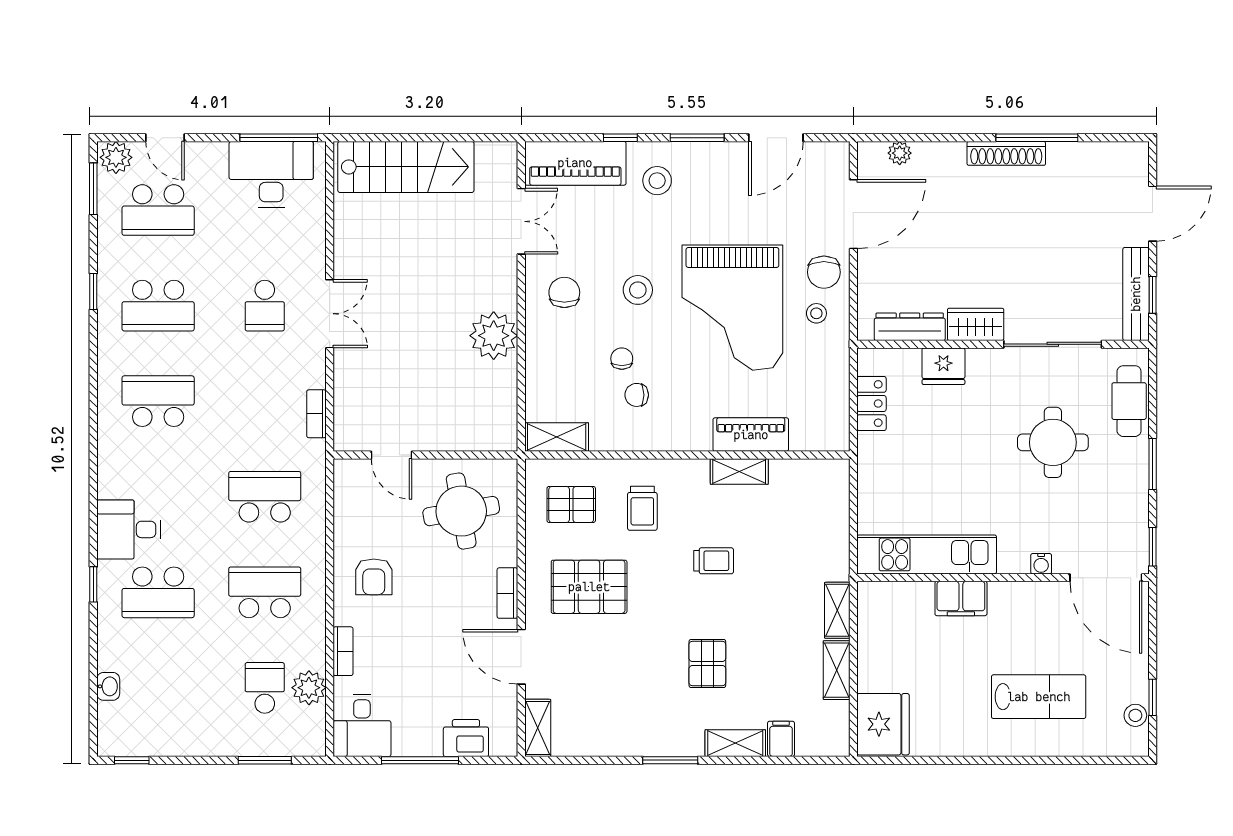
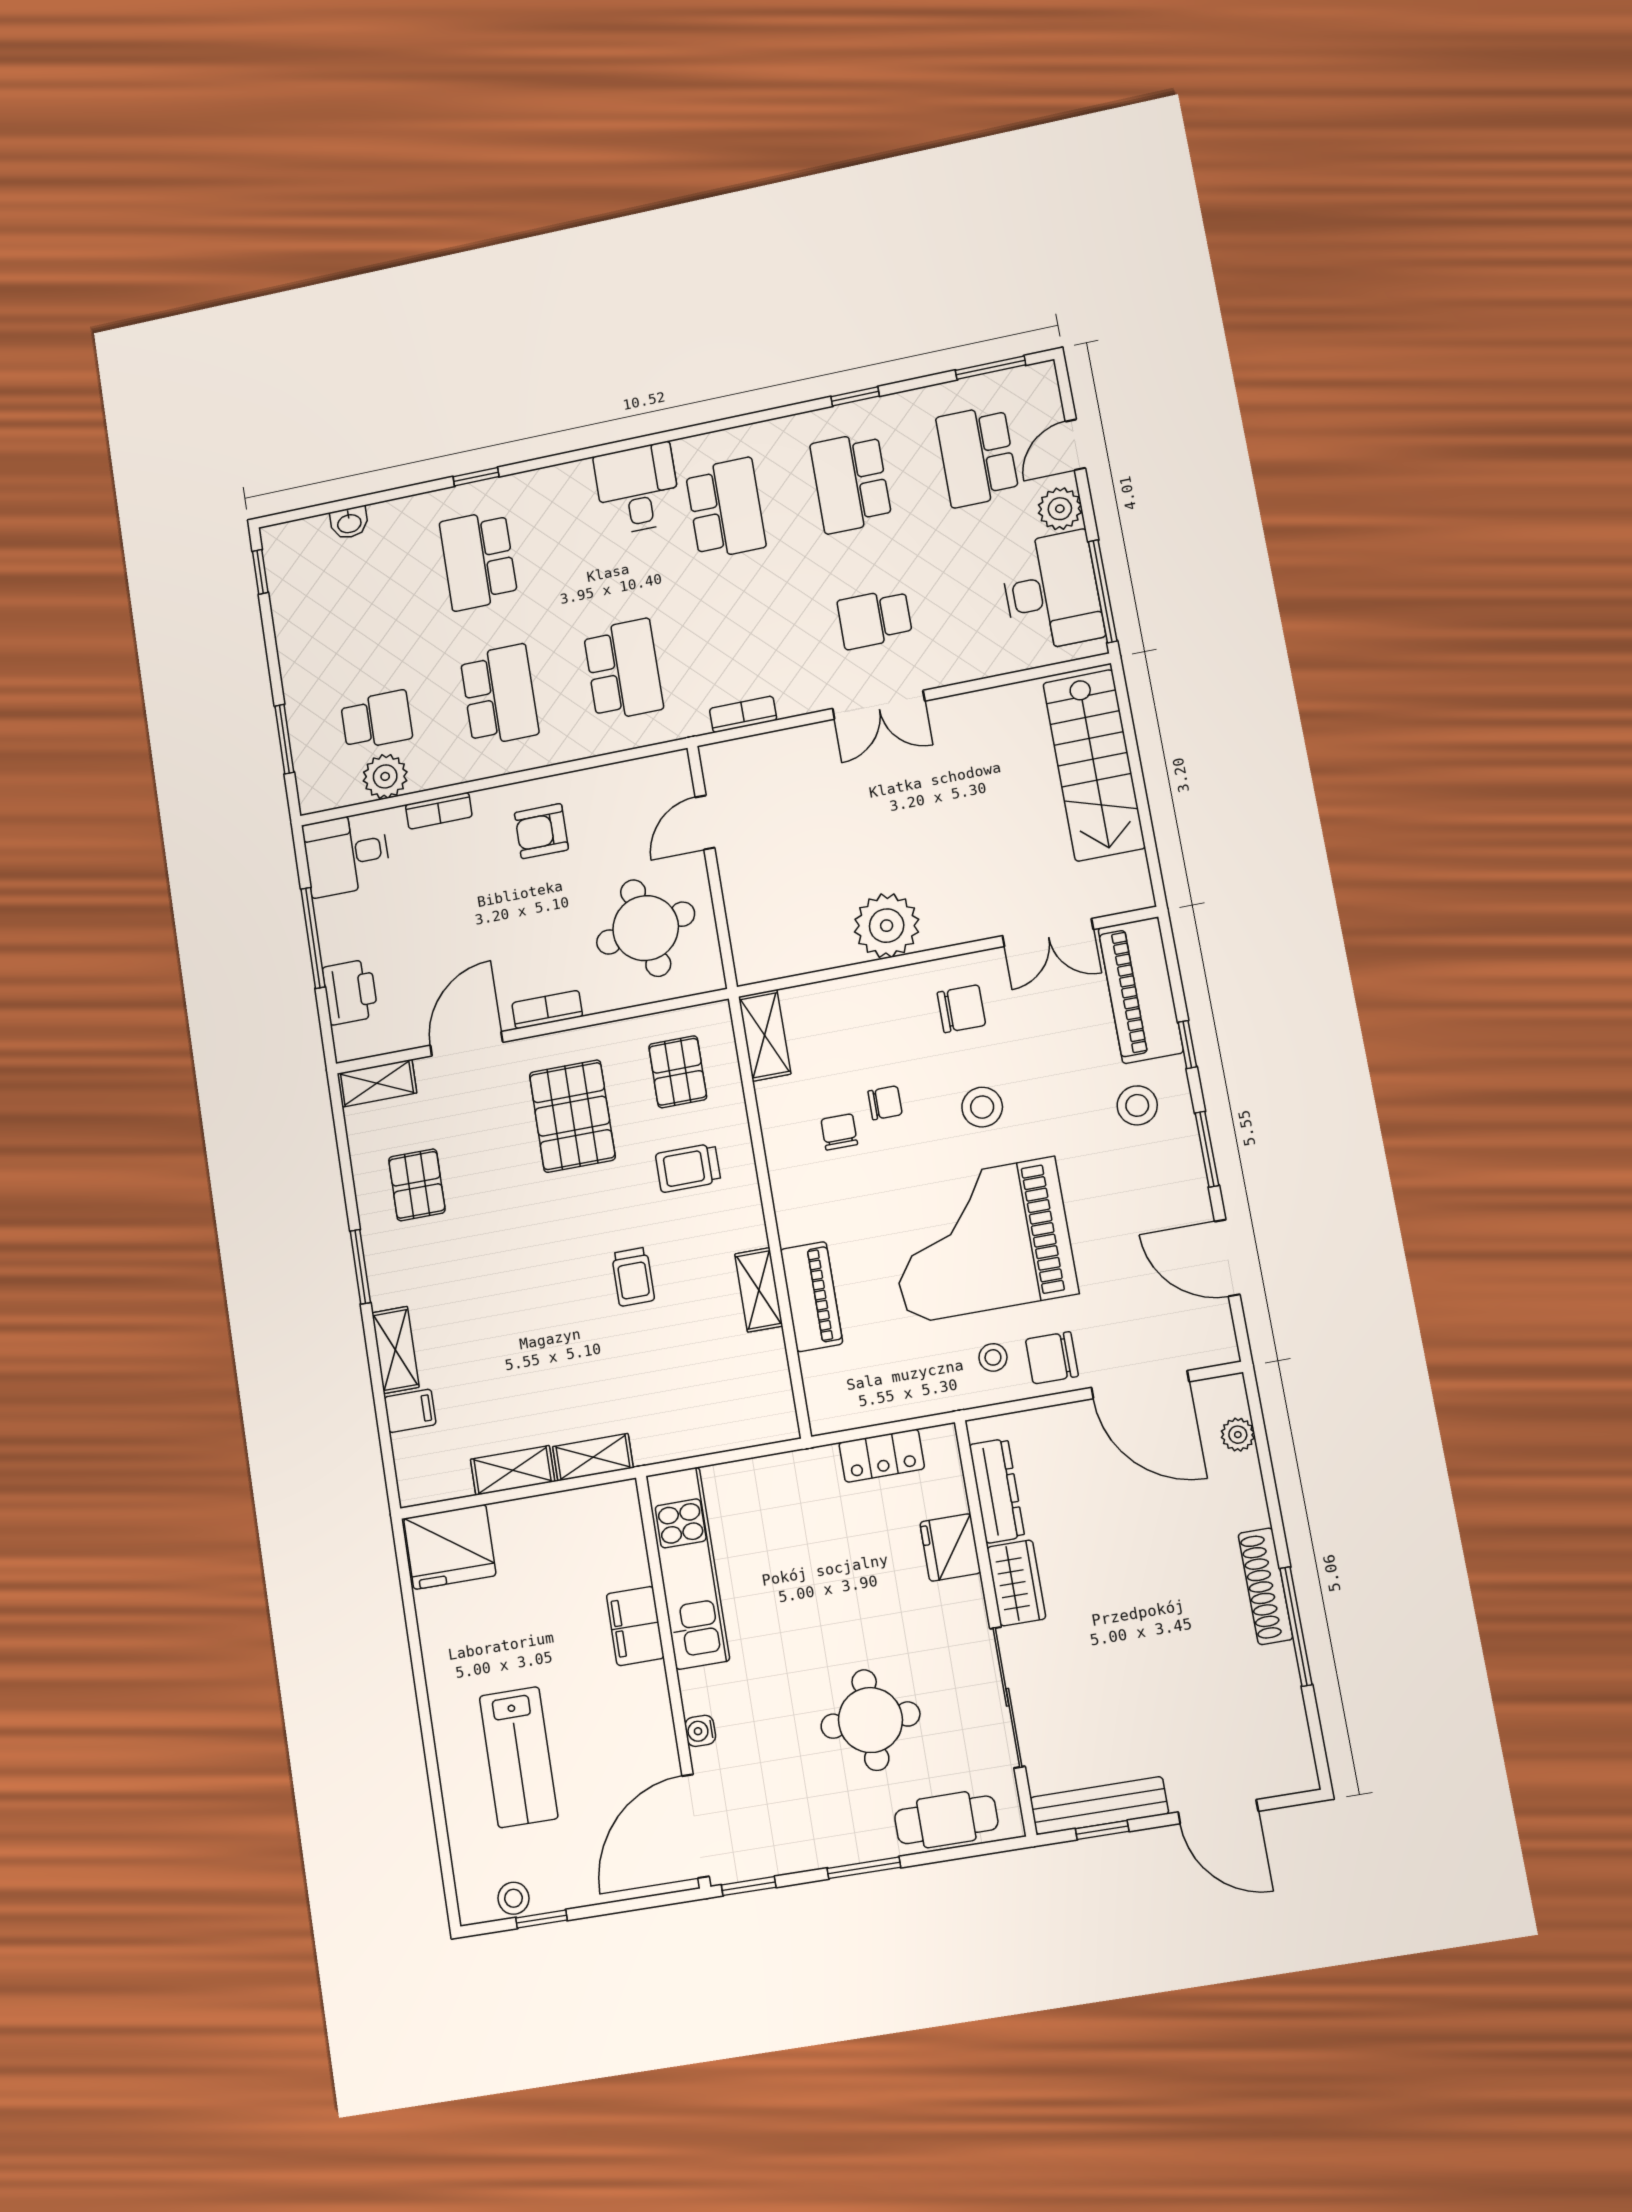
plant: (116, 157) -> (1060, 509), moved
desk: (129, 529) -> (637, 489), moved
pallet: (707, 663) -> (417, 1185), moved, turned 90

